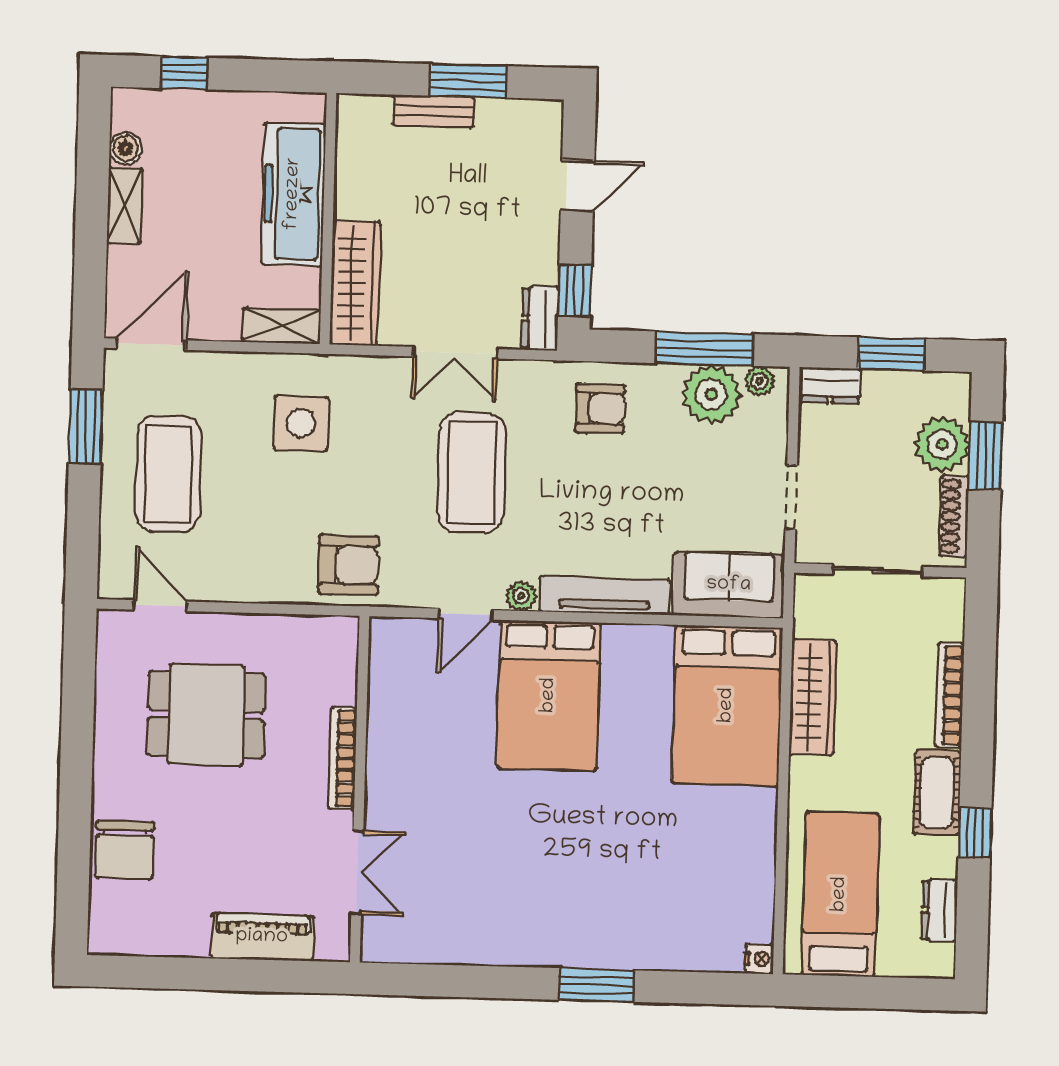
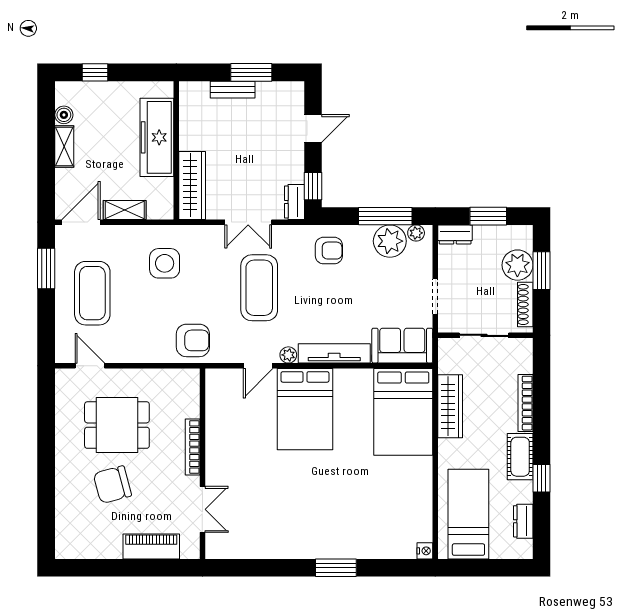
shelving: (282, 326) -> (125, 210), moved
chair: (125, 850) -> (112, 485), moved, turned 75

